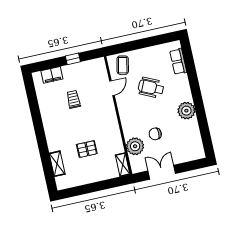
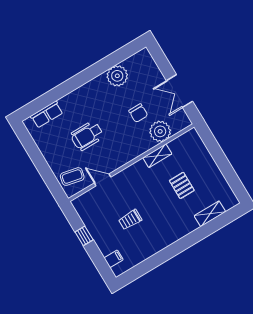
filing cabinet: (52, 75) -> (114, 259), width x0.50
wheelchair: (151, 88) -> (87, 136), turned 65
plant: (186, 111) -> (117, 76), moved
shelving: (123, 165) -> (157, 156), moved

